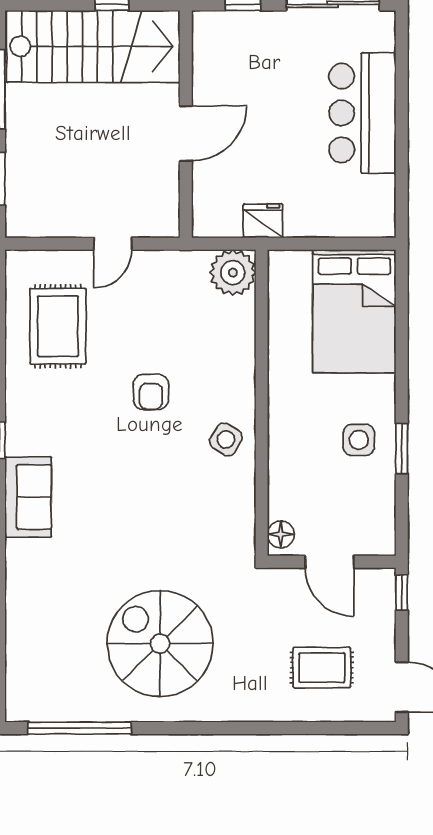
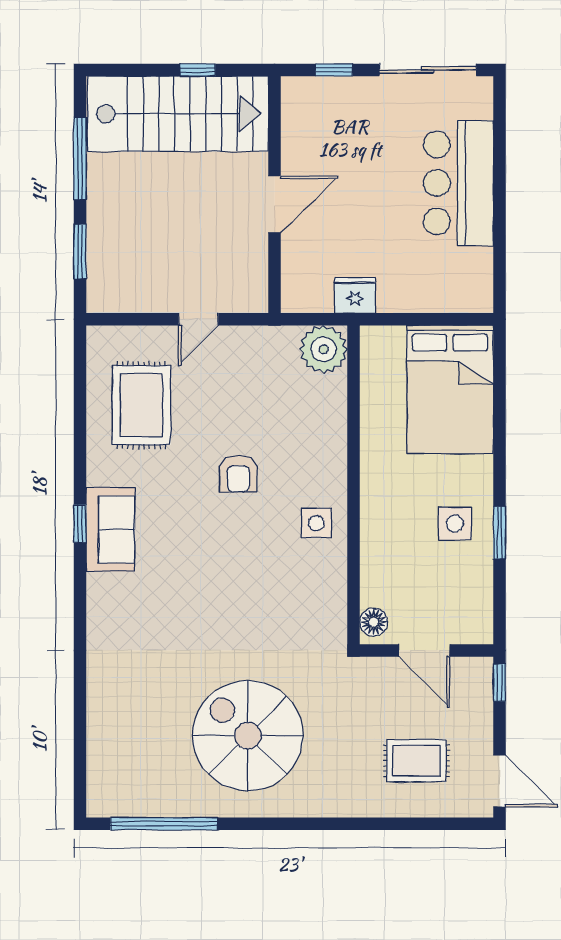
side table: (226, 439) -> (316, 523), turned -31
sofa: (28, 497) -> (110, 529), moved

